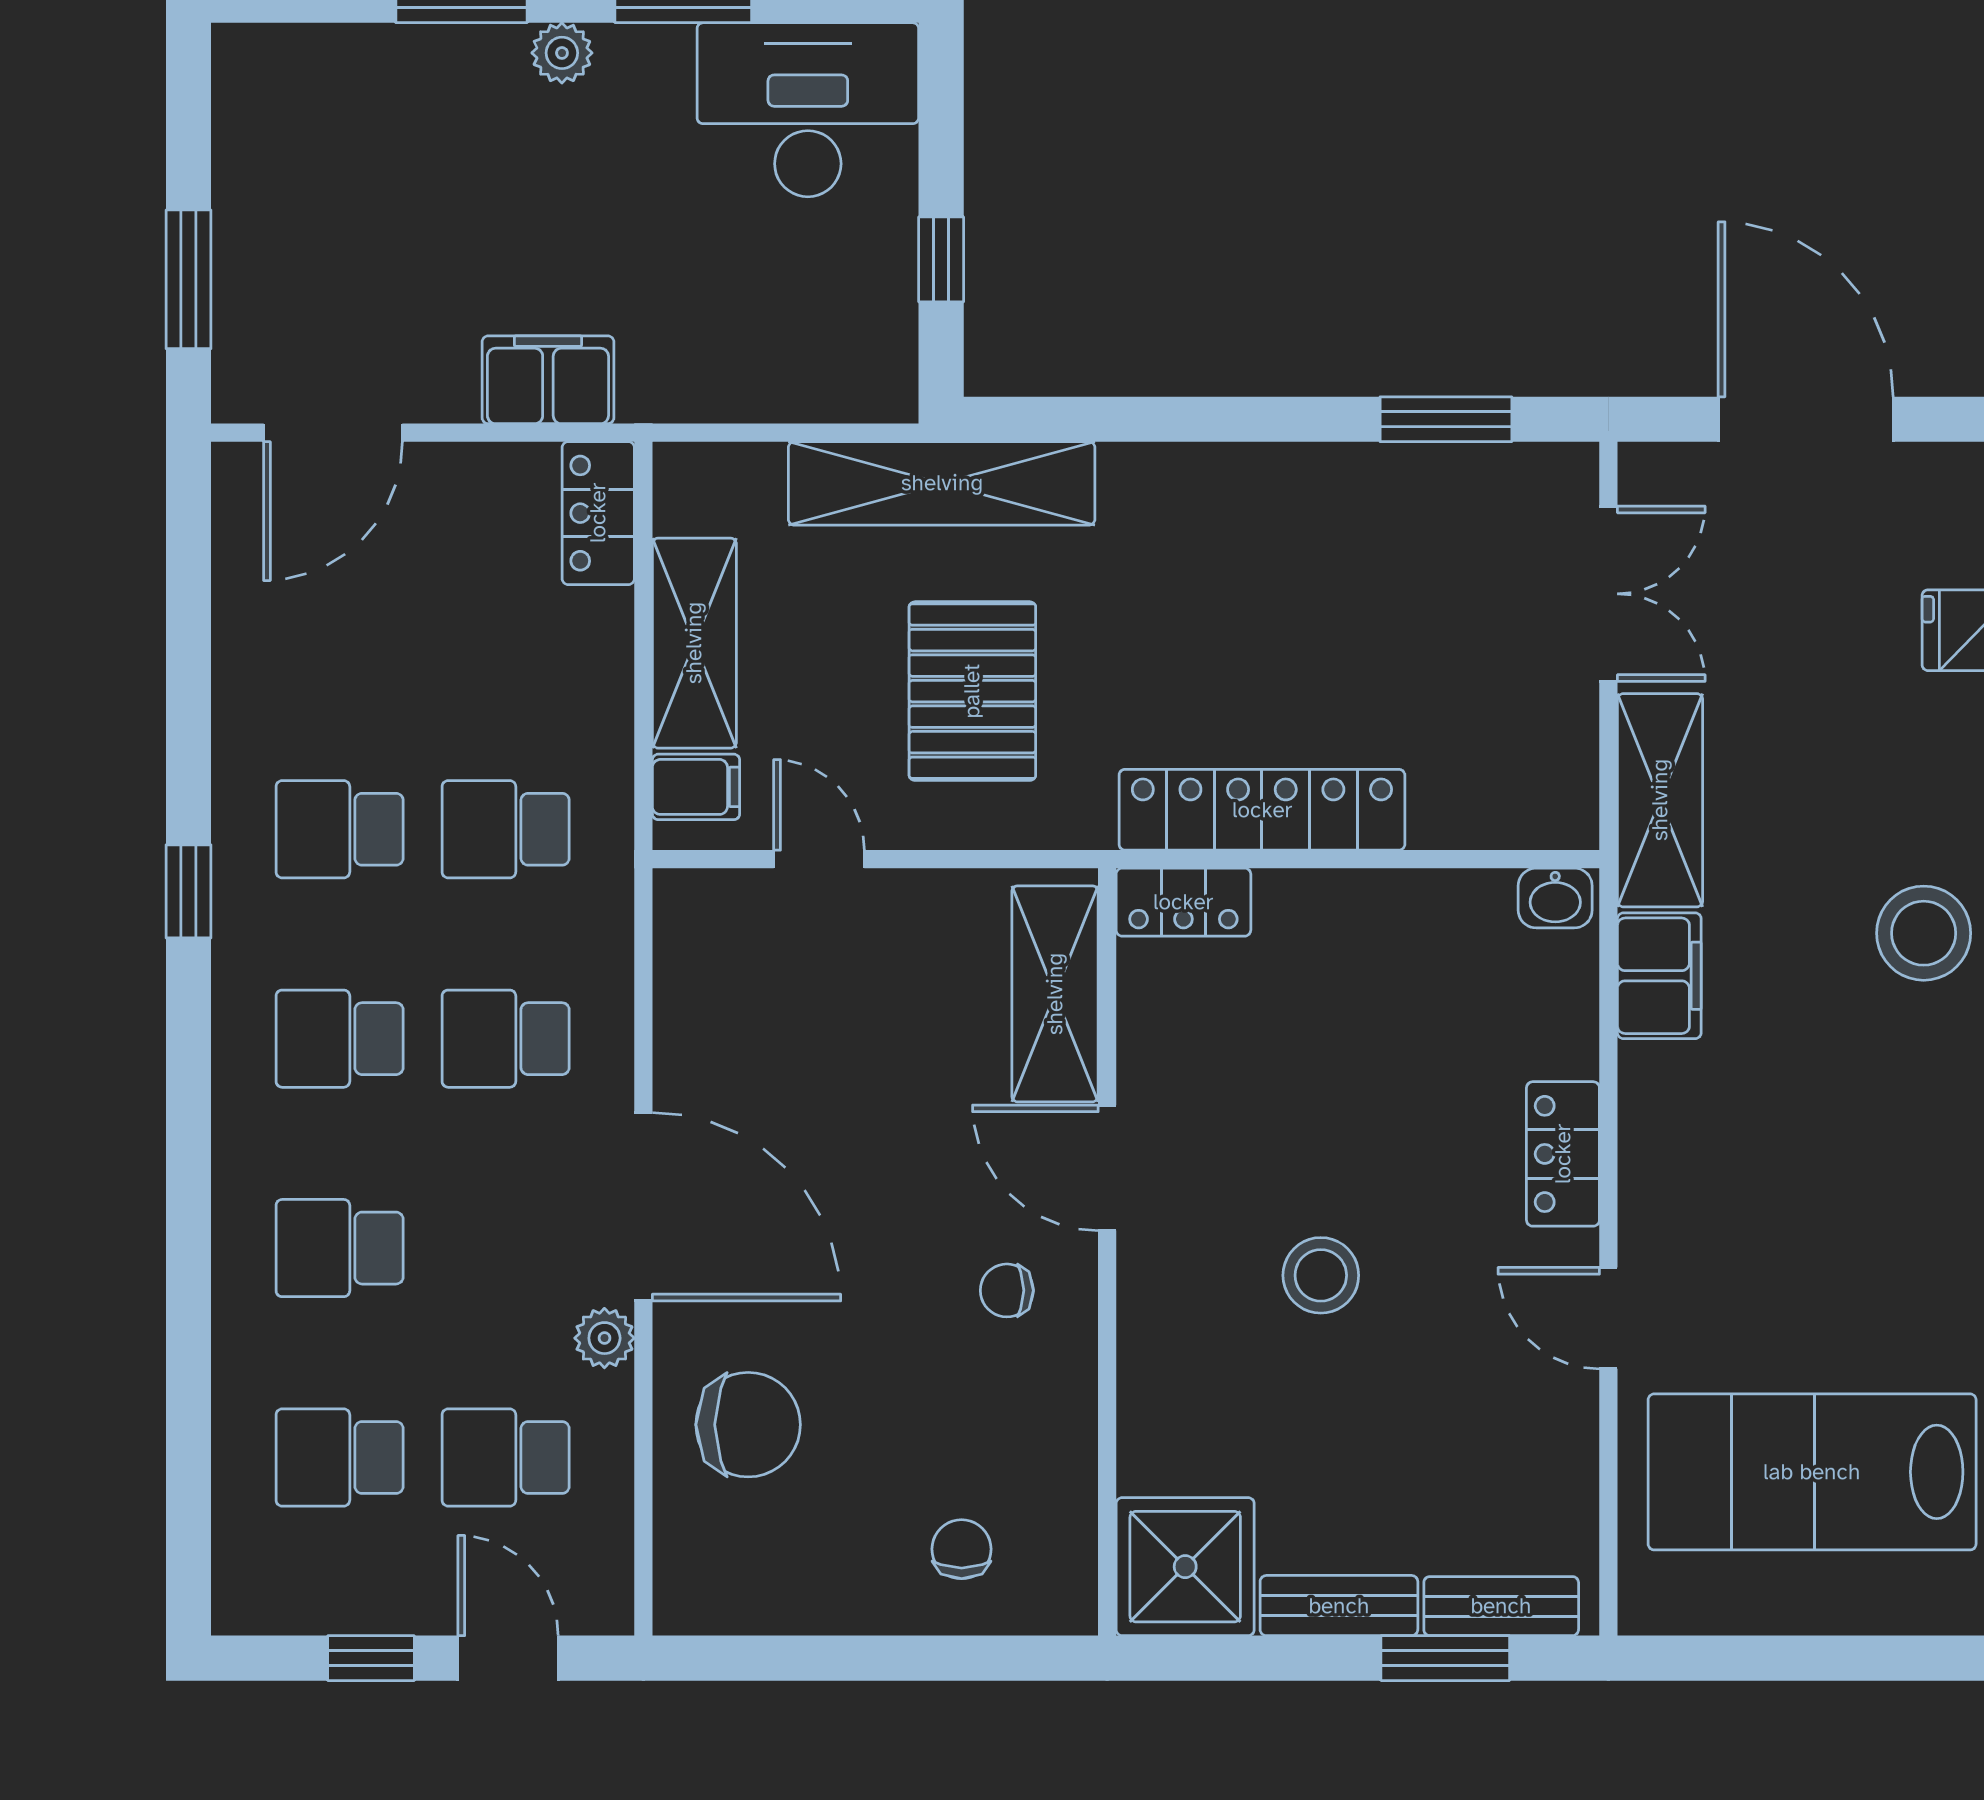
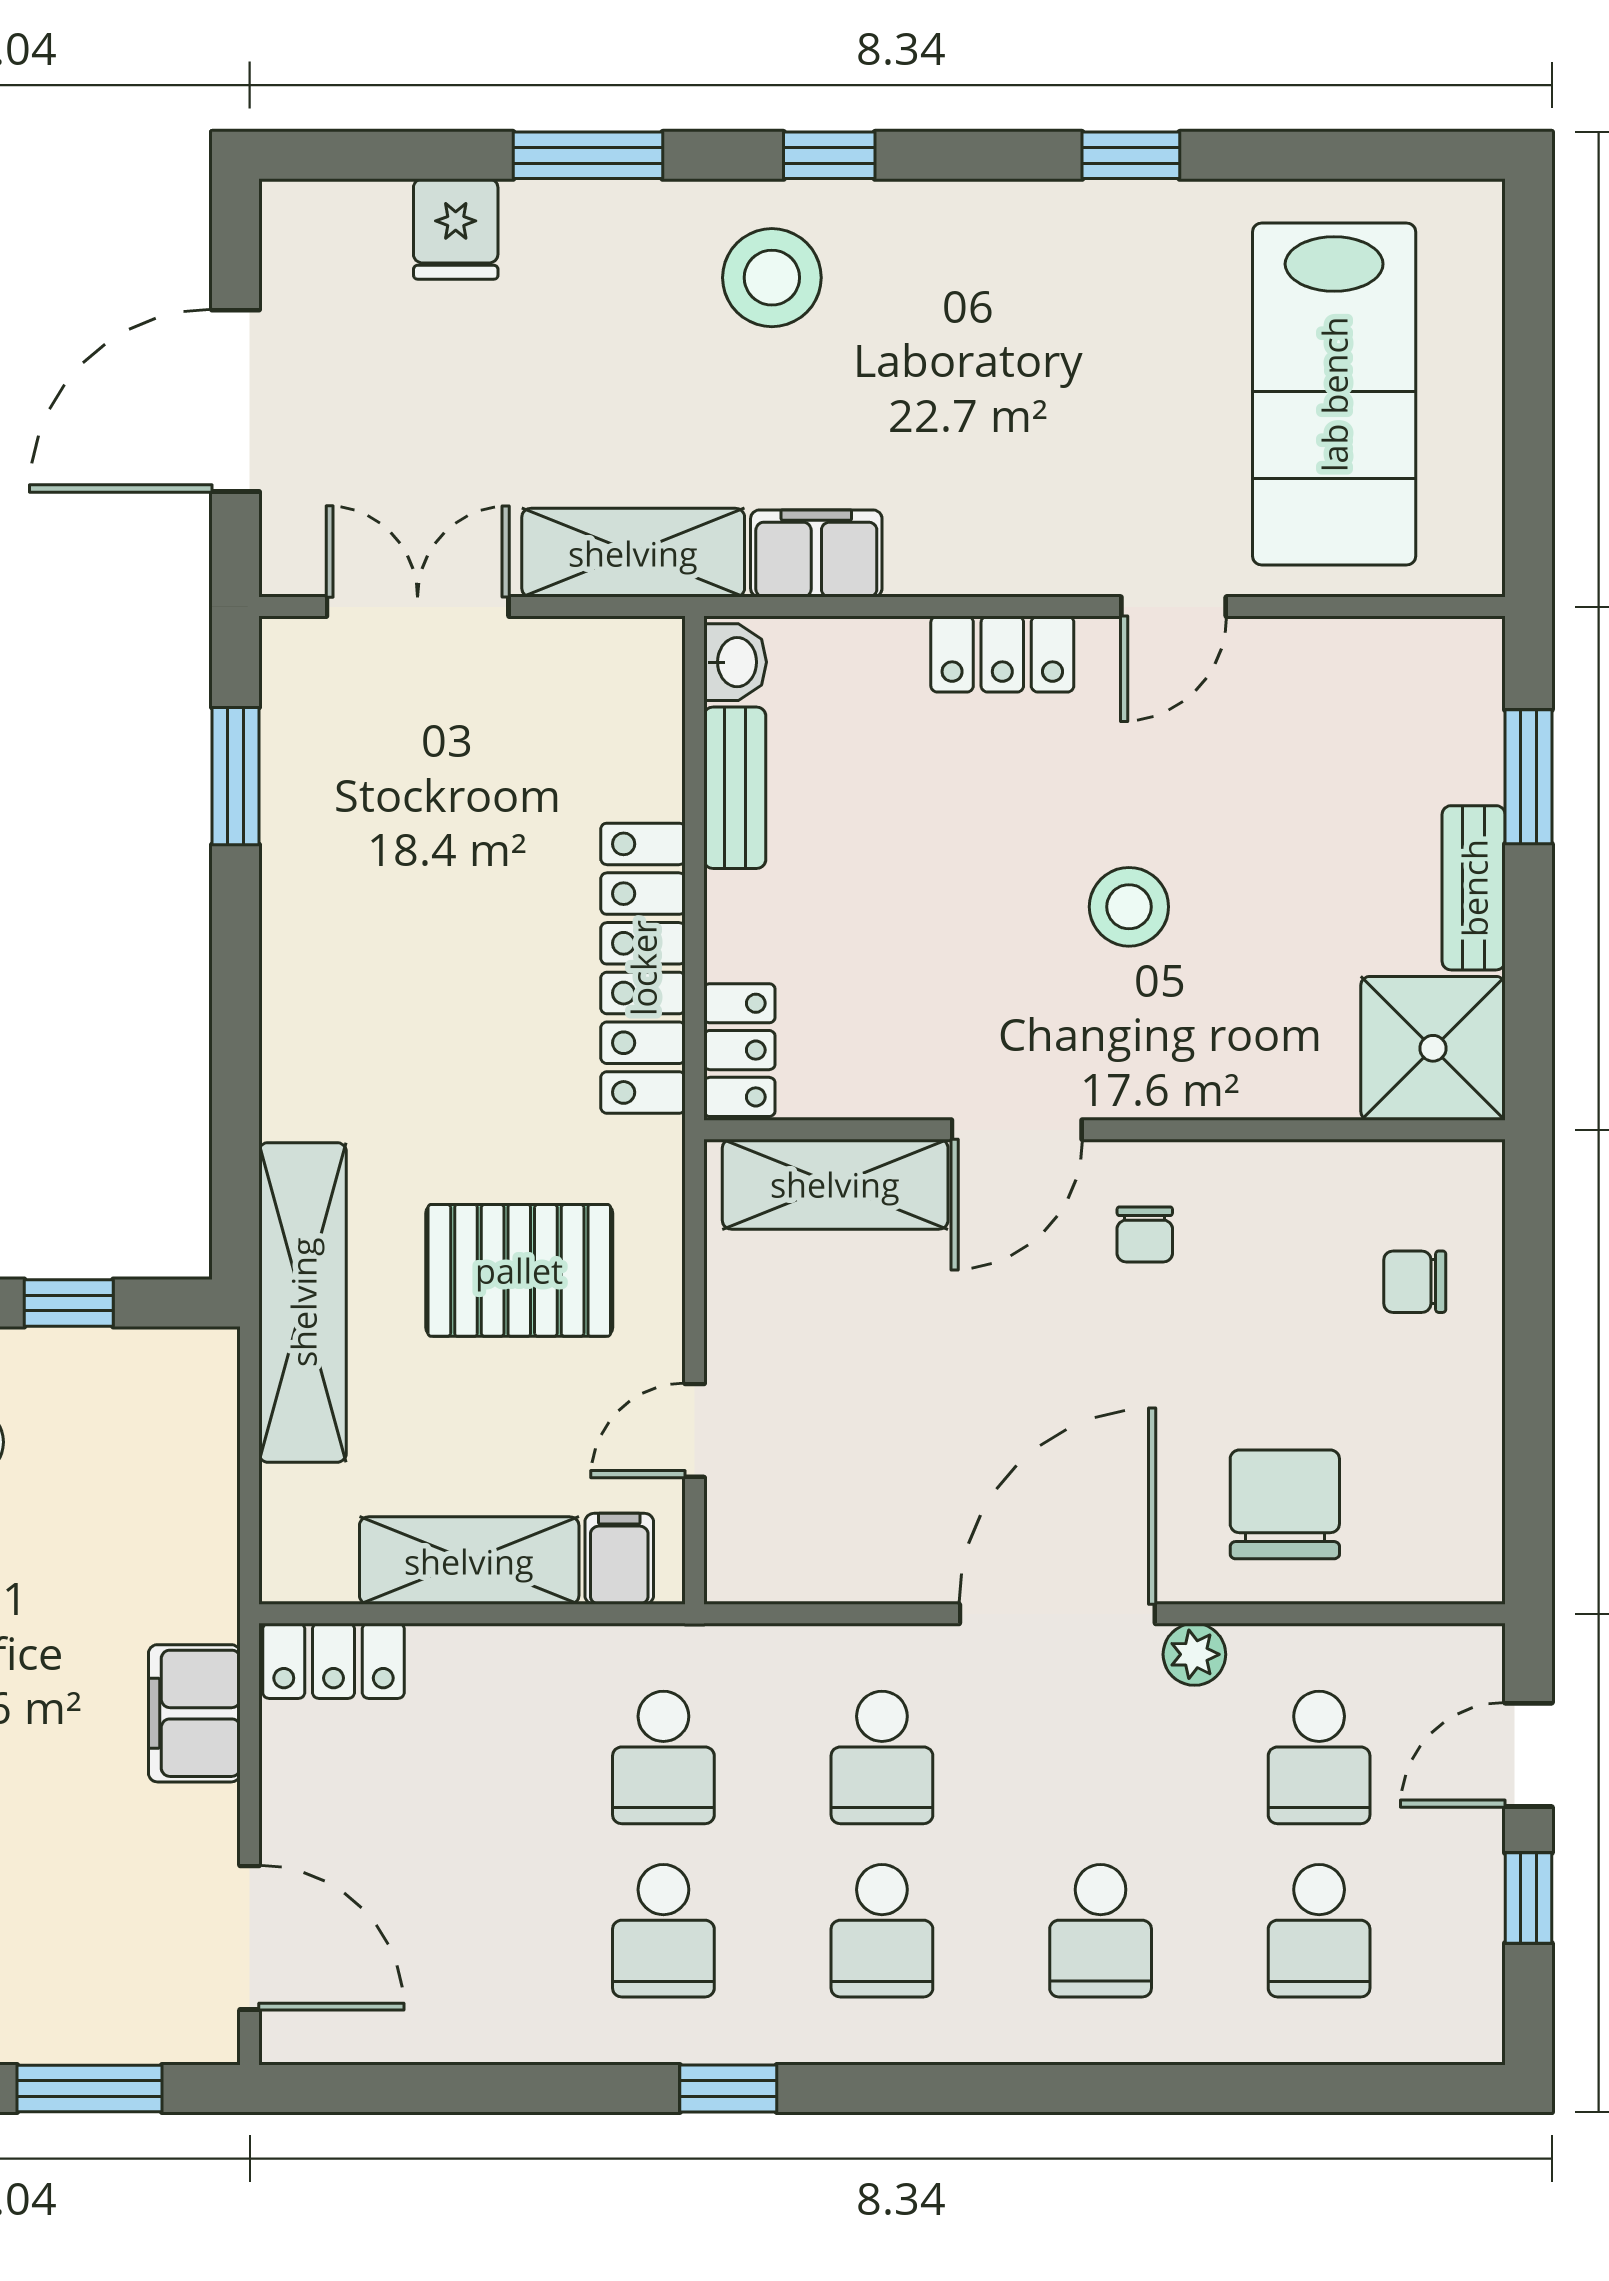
bench: (1501, 1606) -> (735, 788), moved

